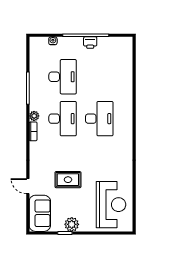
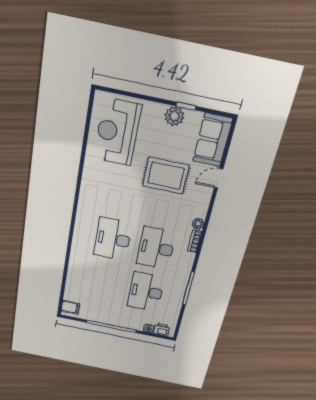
printer: (90, 43) -> (161, 330), moved
filing cabinet: (125, 46) -> (70, 307), added
plant: (34, 116) -> (198, 224), moved
rug: (68, 180) -> (166, 176), width x1.36, depth x1.43
door: (28, 186) -> (219, 178), swing flipped

